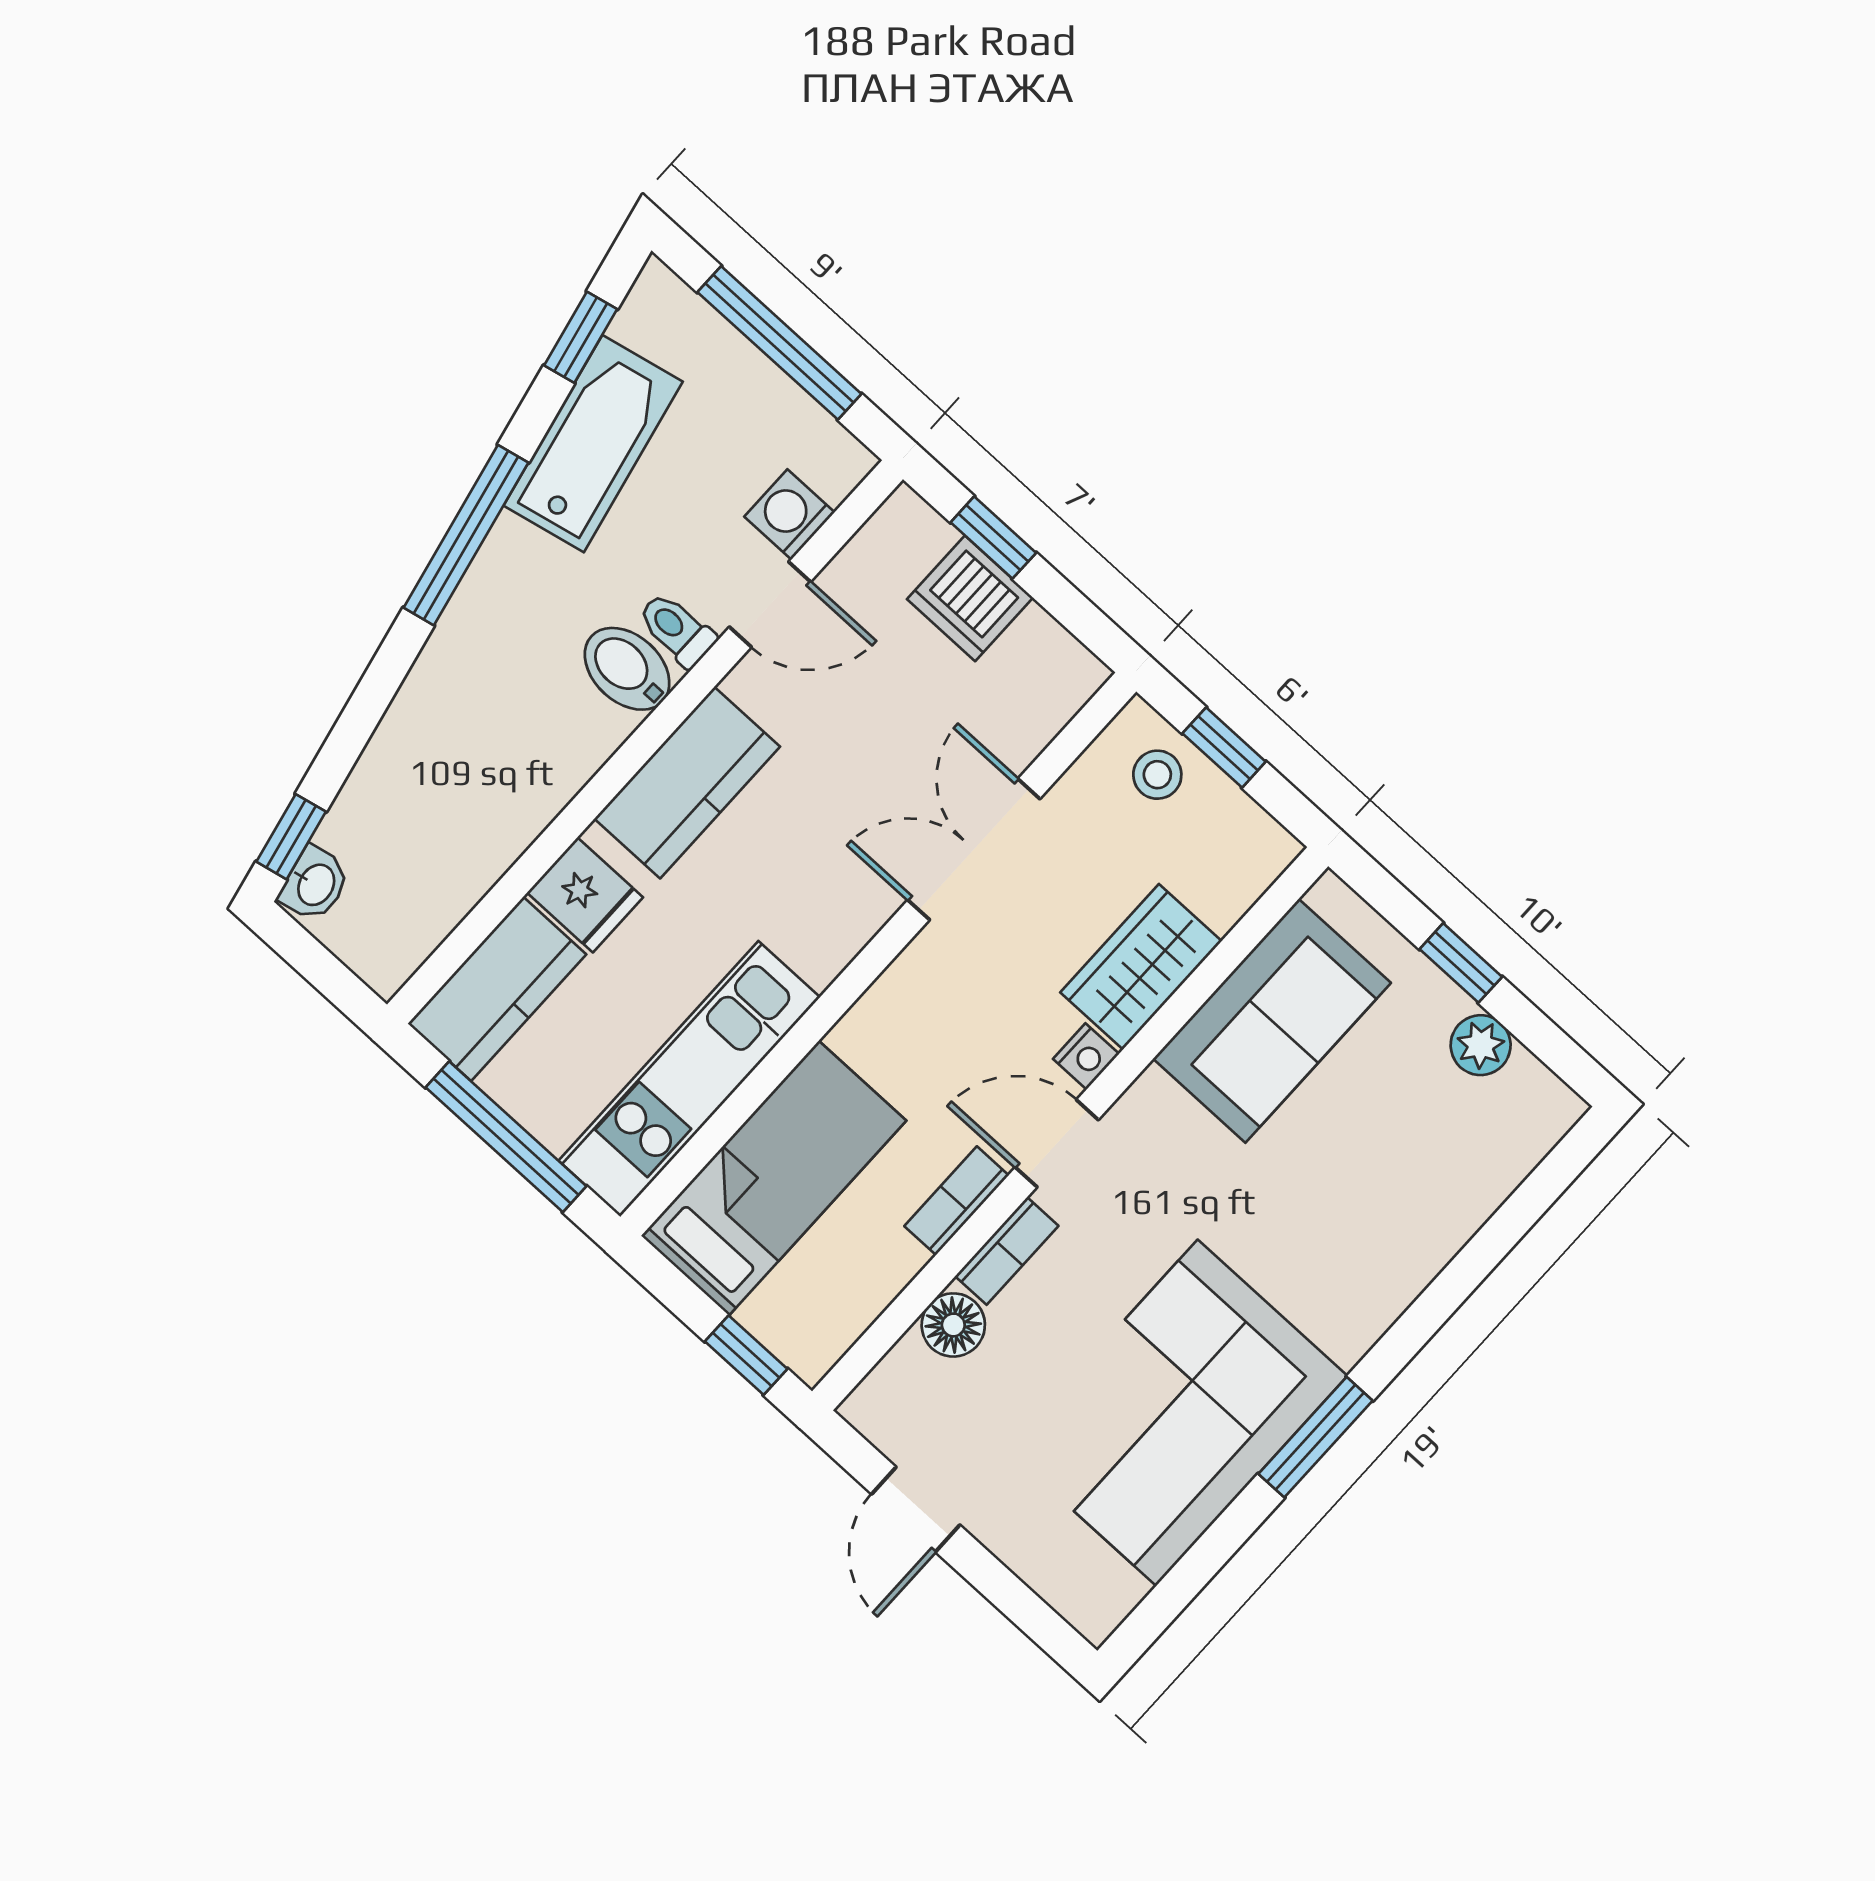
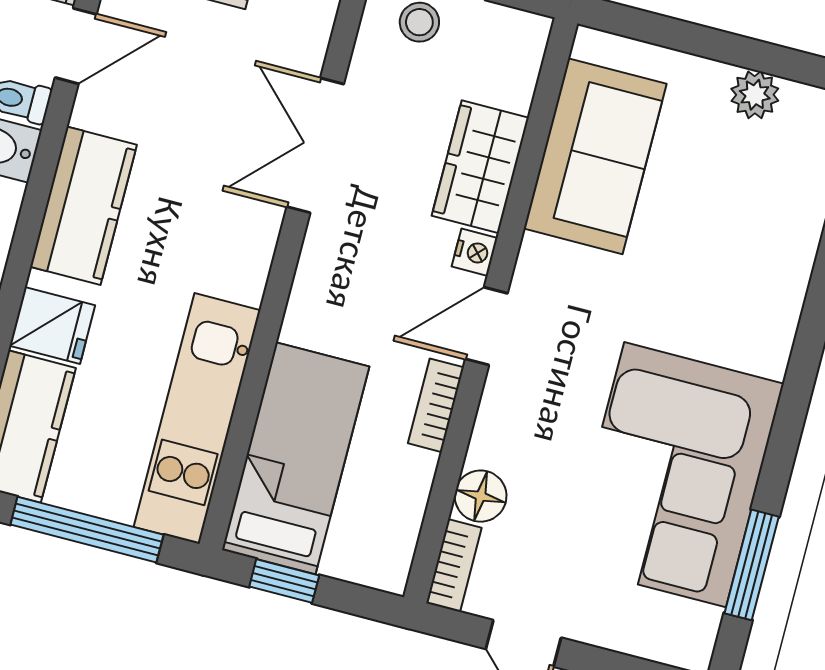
window: (1461, 963) -> (709, 43), removed
bookcase: (1007, 1251) -> (454, 565), moved
window: (746, 1355) -> (284, 581), moved
window: (1315, 1437) -> (752, 565), moved

